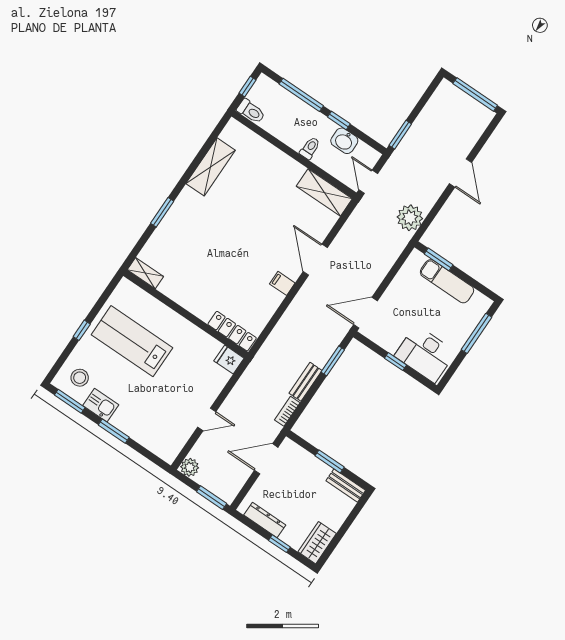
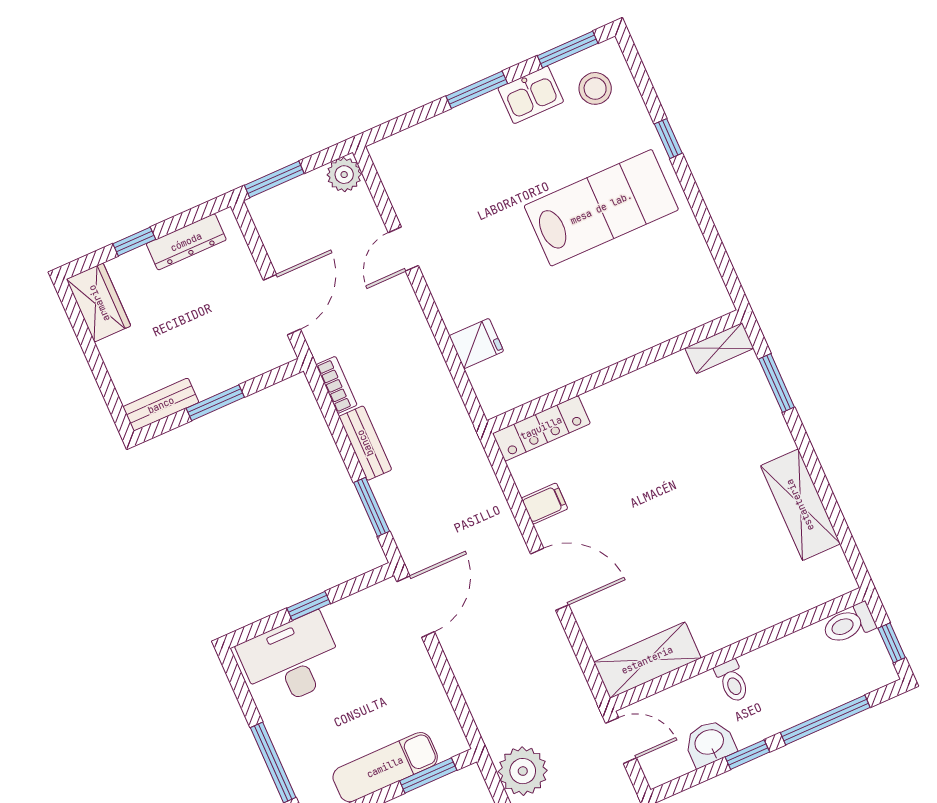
shelving: (145, 273) -> (719, 348), moved
wall: (186, 314) -> (615, 372), moved
locker: (232, 331) -> (541, 428), moved

